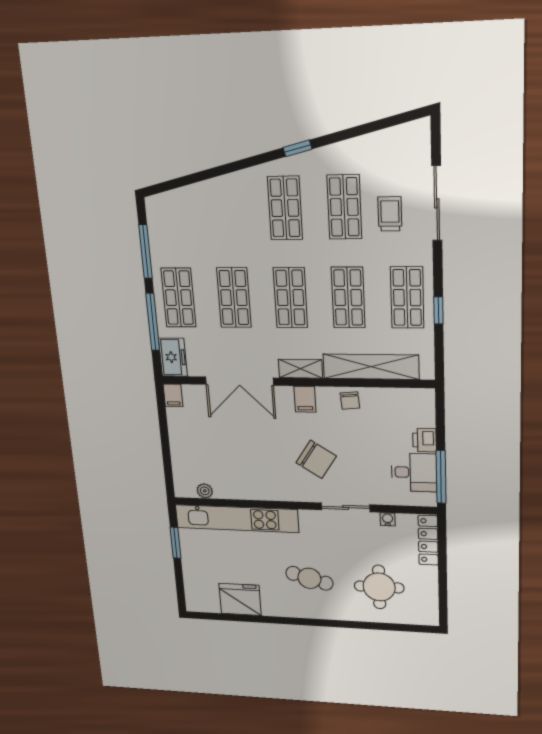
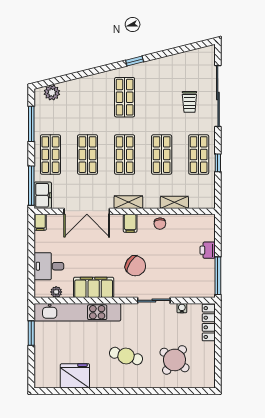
plant: (172, 203) -> (52, 93), added
sliding door: (437, 203) -> (218, 96), width x1.36
shop shelf: (344, 207) -> (162, 97), removed
trolley: (390, 214) -> (189, 102), turned 180
window: (153, 322) -> (31, 186), moved
shelving: (371, 367) -> (174, 202), width x0.45, depth x0.75
desk: (414, 472) -> (49, 266), moved, turned 180
filing cabinet: (257, 487) -> (94, 287), added
round table: (379, 587) -> (174, 360), turned 37

